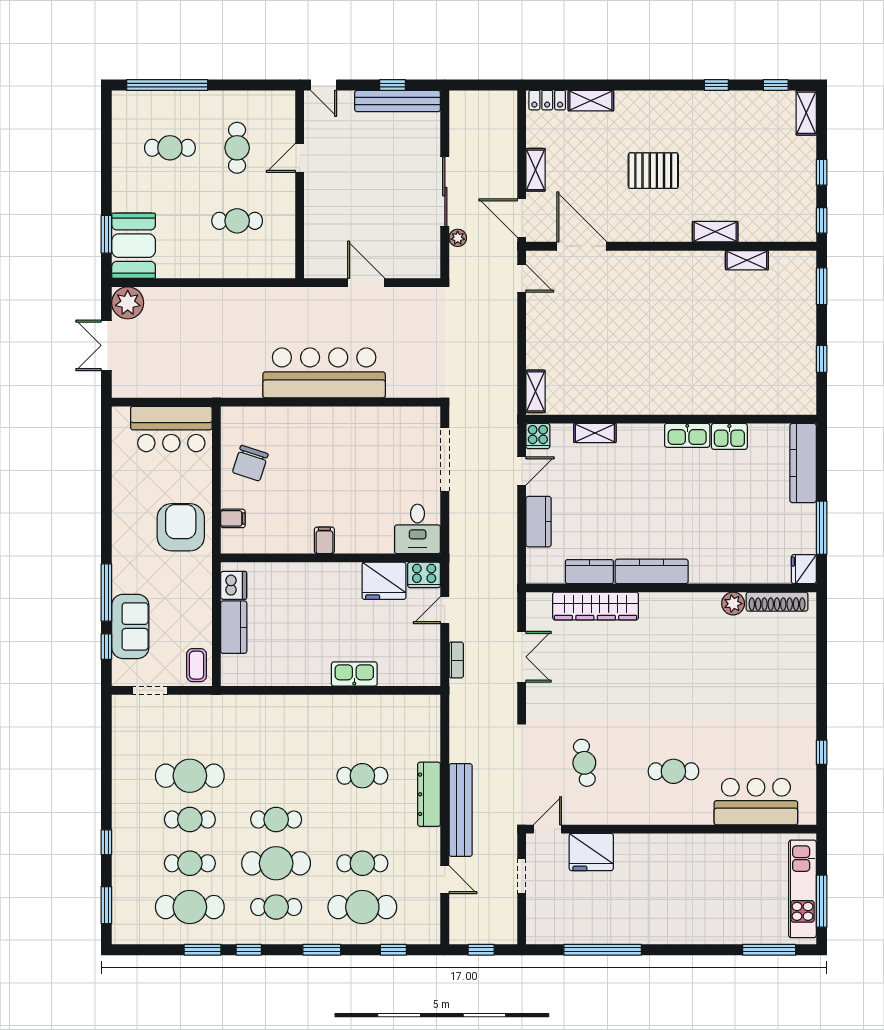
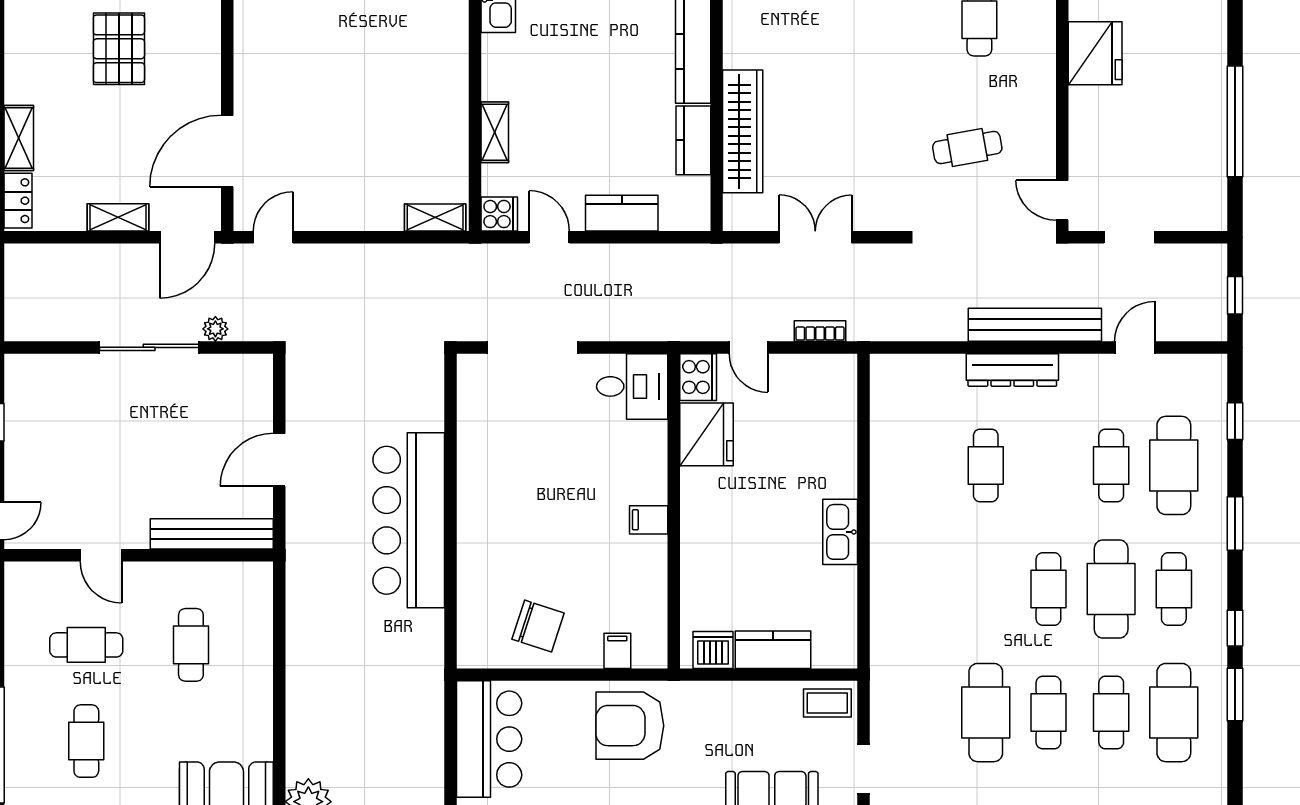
bench: (398, 101) -> (212, 534), moved, turned 90
kitchen sink: (354, 674) -> (840, 532), moved
fridge: (591, 852) -> (1095, 53), moved

